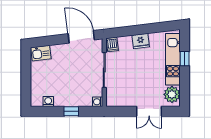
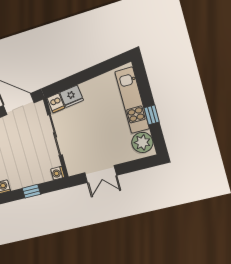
fridge: (141, 41) -> (72, 96), moved
window: (185, 59) -> (152, 115), moved
double door: (149, 111) -> (101, 174), moved

